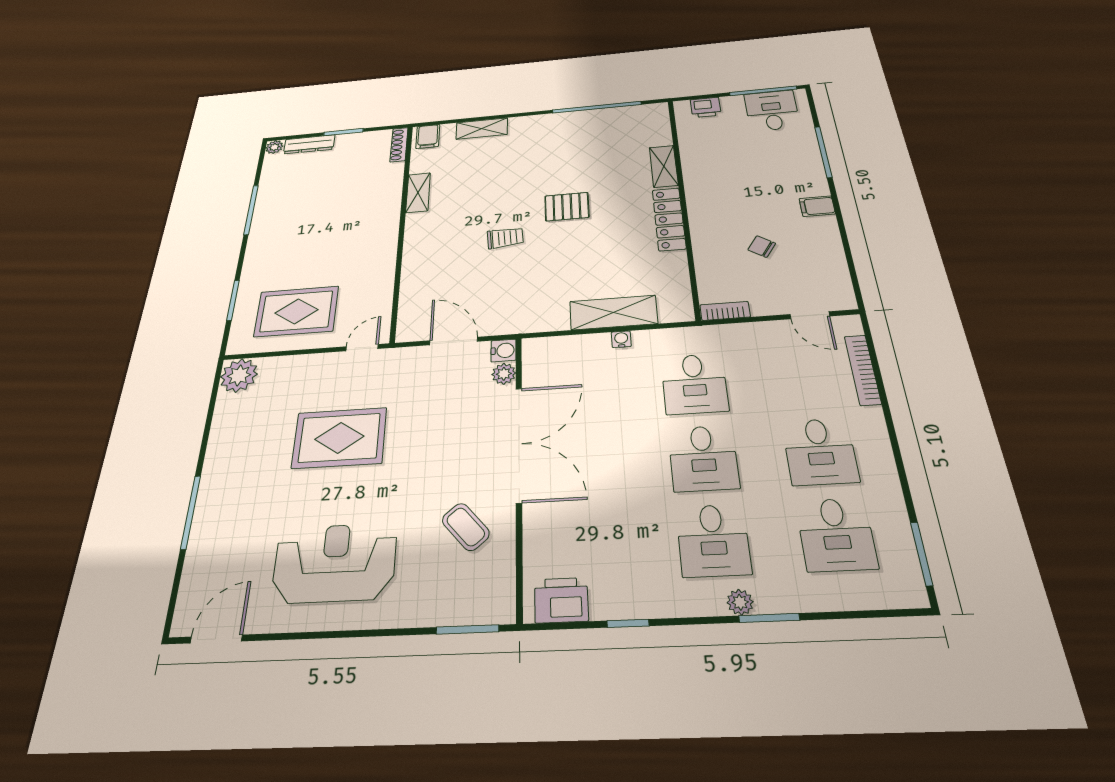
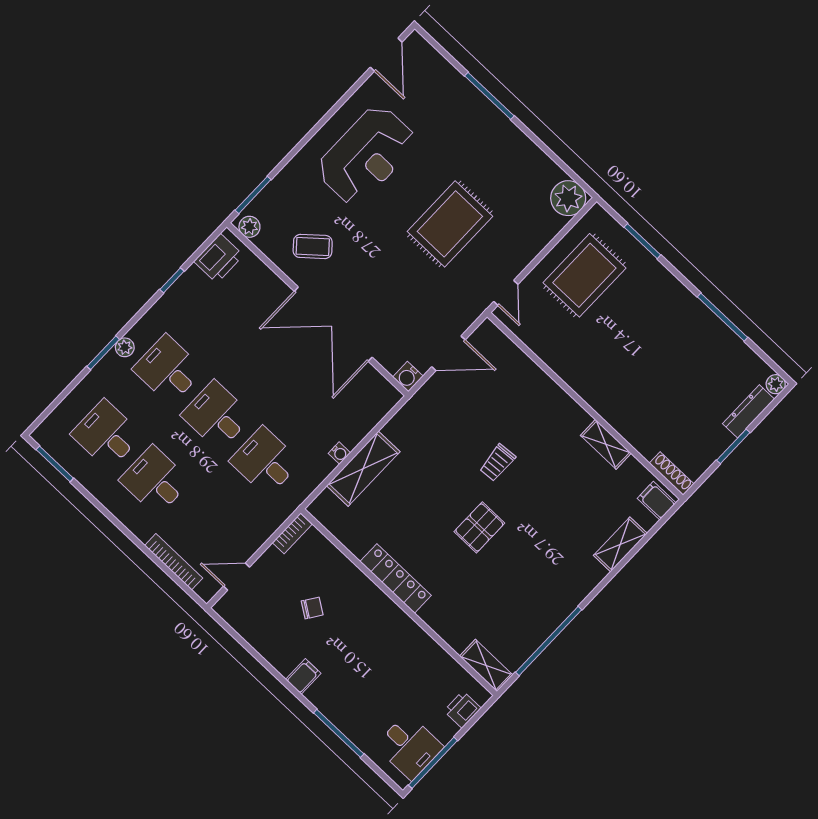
shelving: (664, 166) -> (486, 665), moved
plant: (504, 374) -> (249, 227), moved

